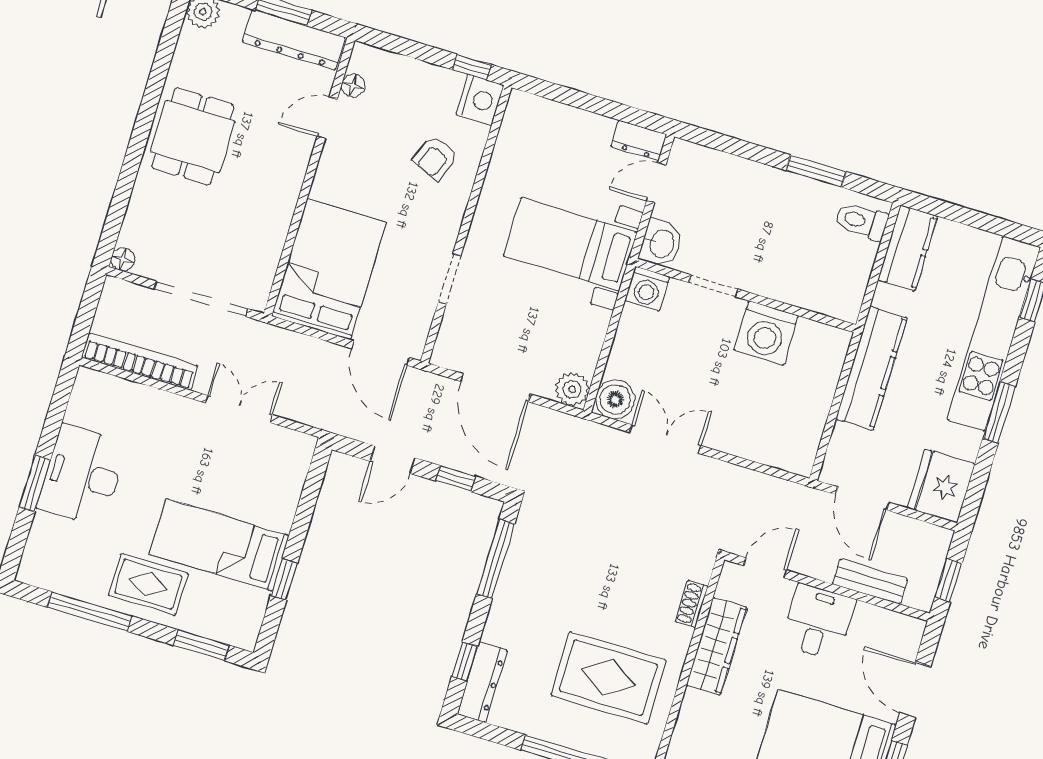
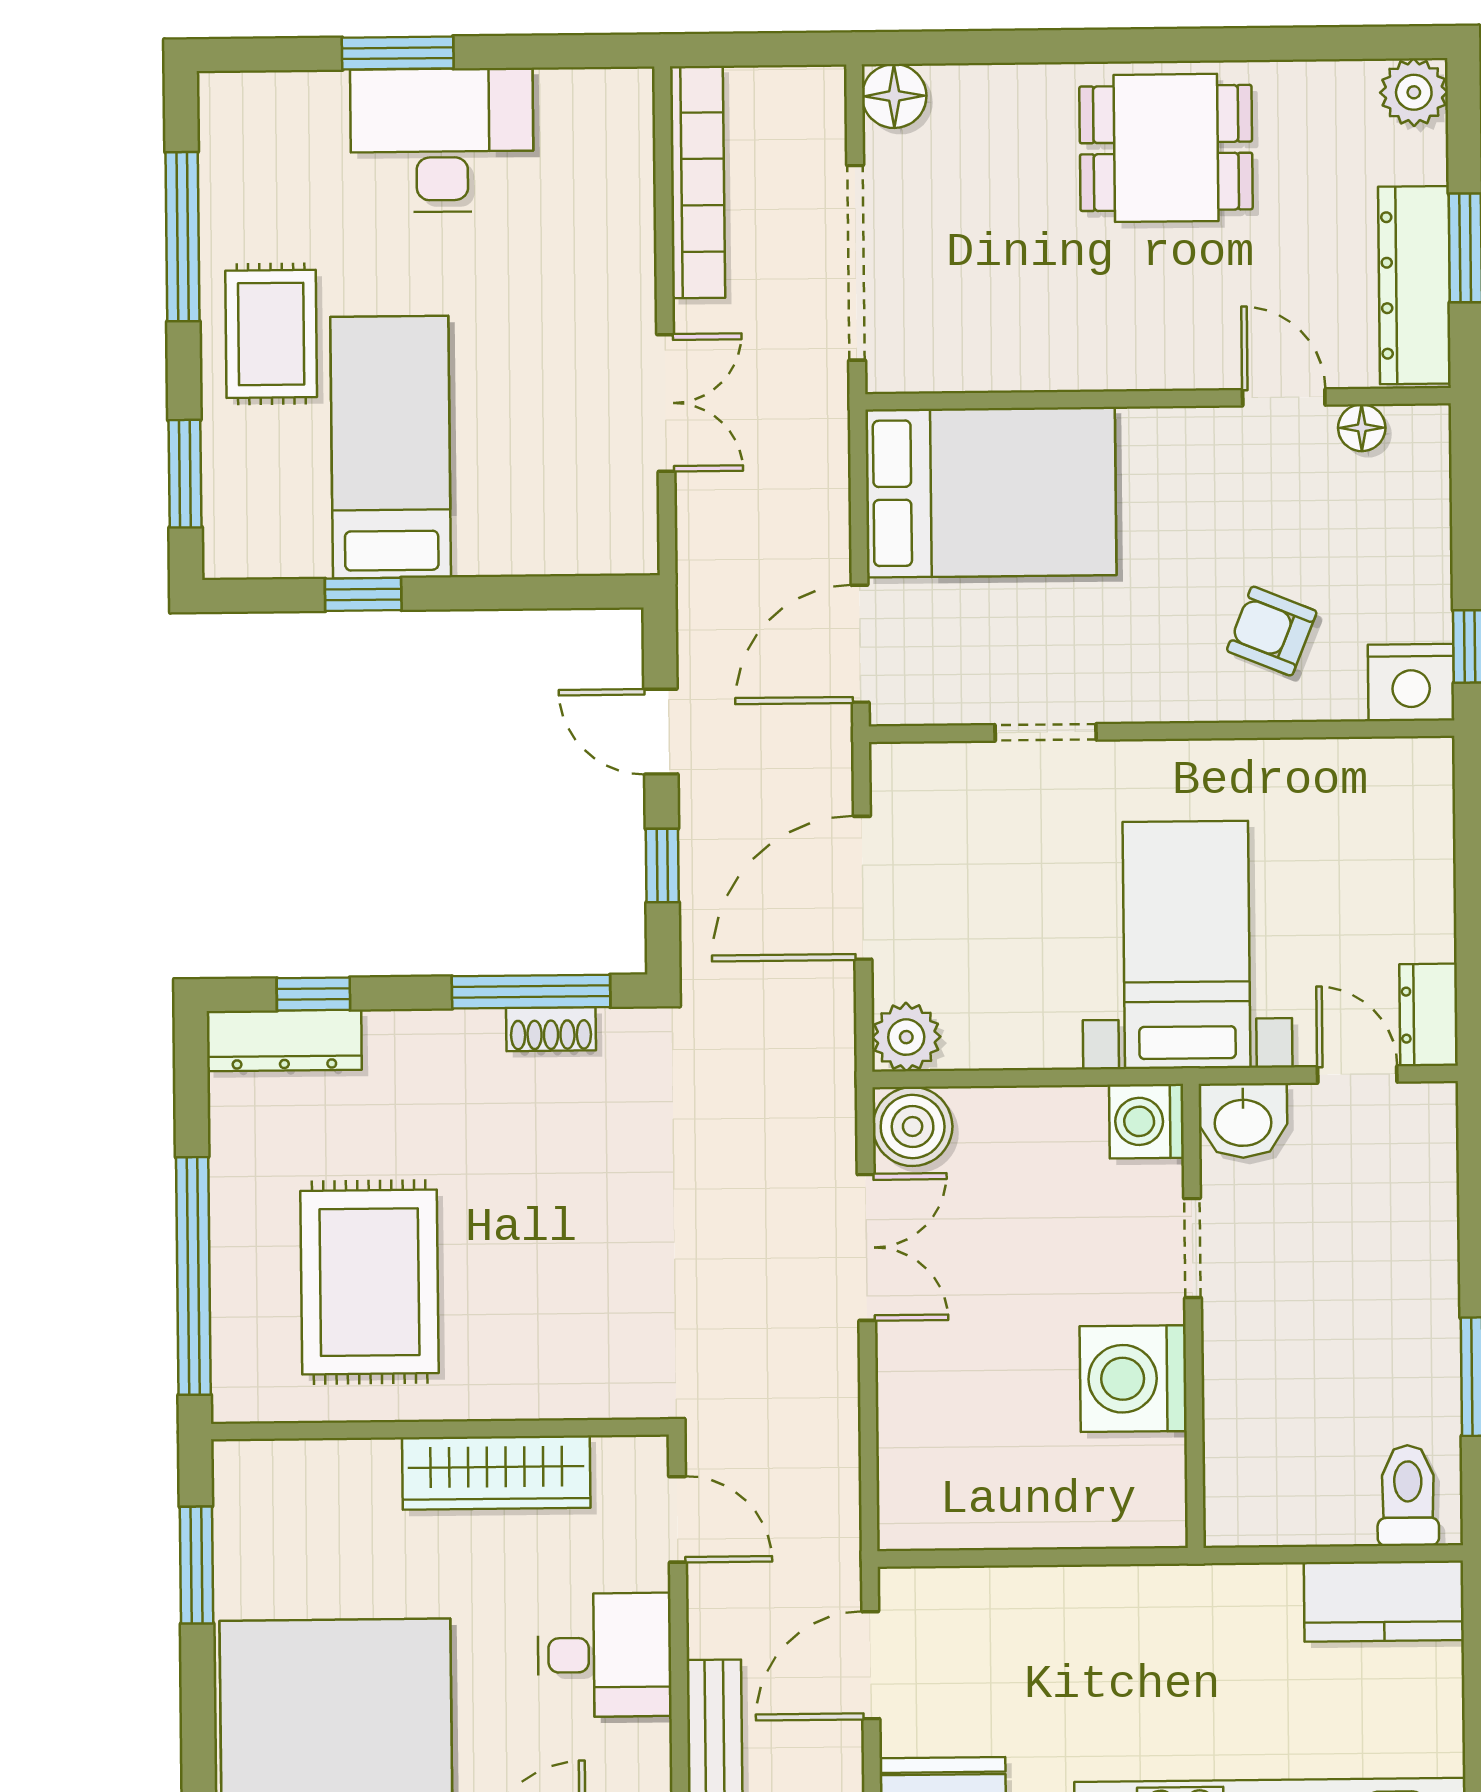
floor lamp: (123, 259) -> (894, 96), width x1.37, depth x1.37
kitchen counter: (871, 368) -> (1129, 1604), removed
shoe rack: (692, 604) -> (551, 1029), moved, turned 180

